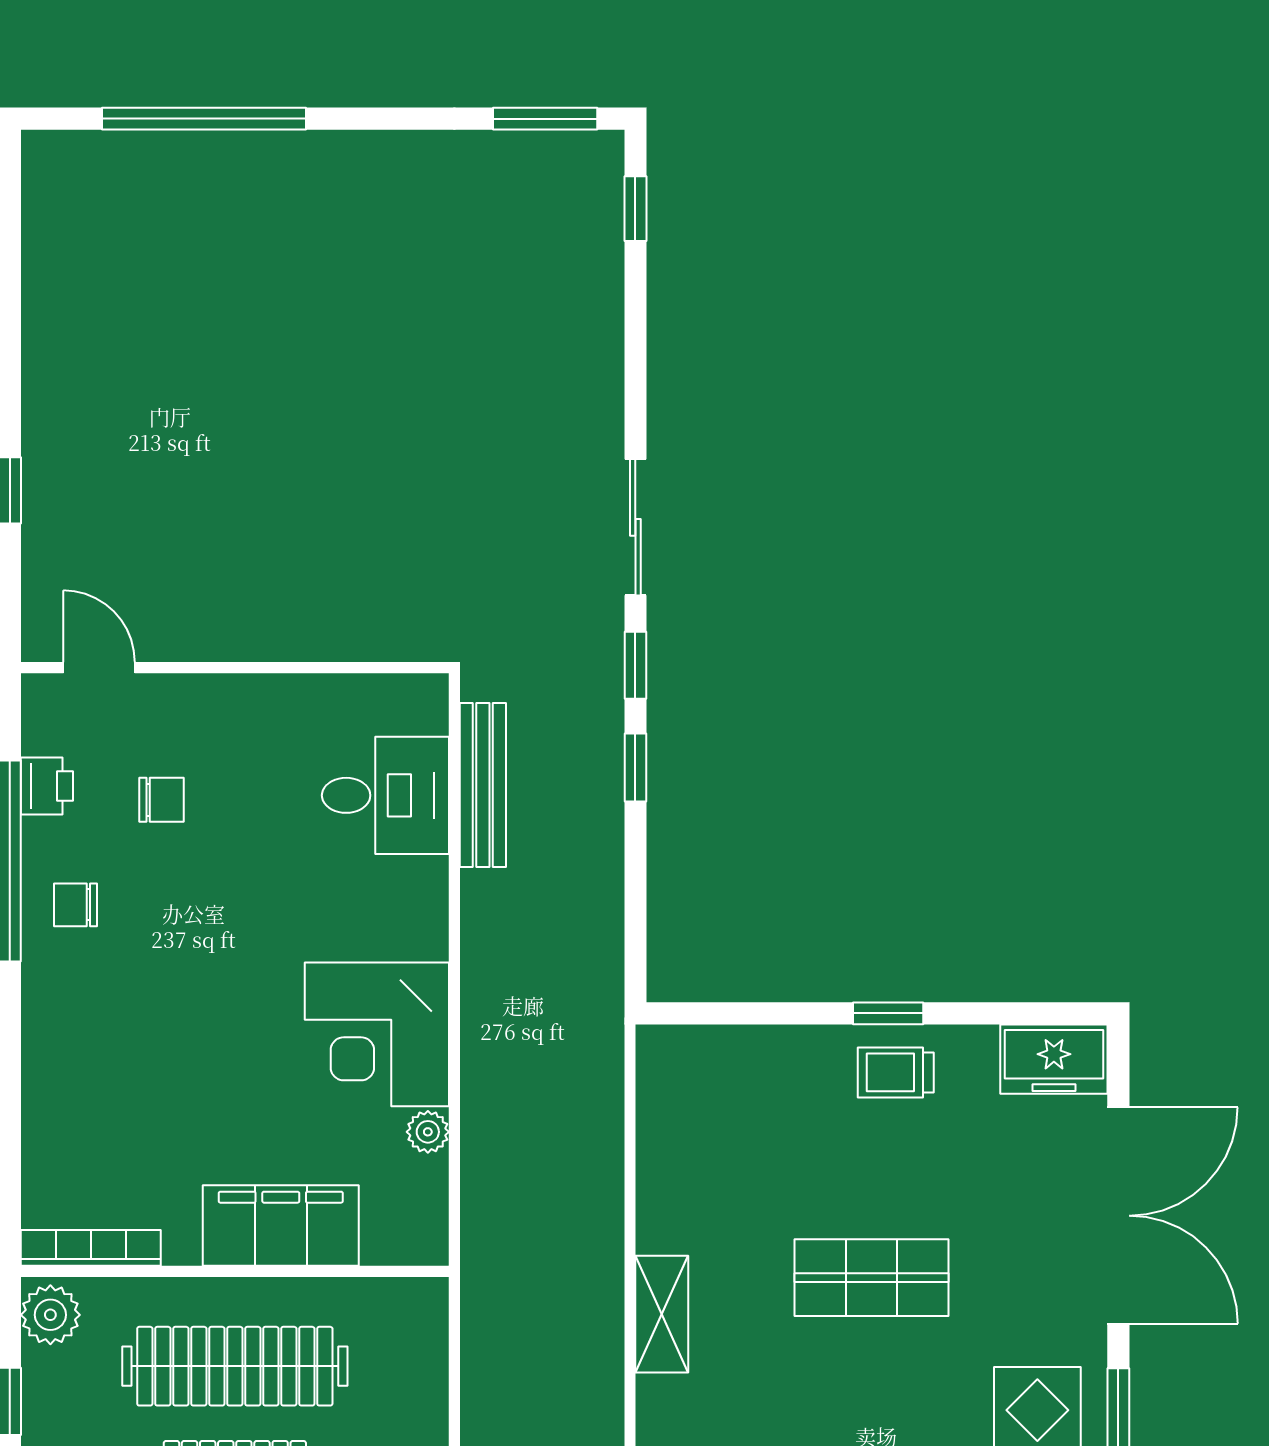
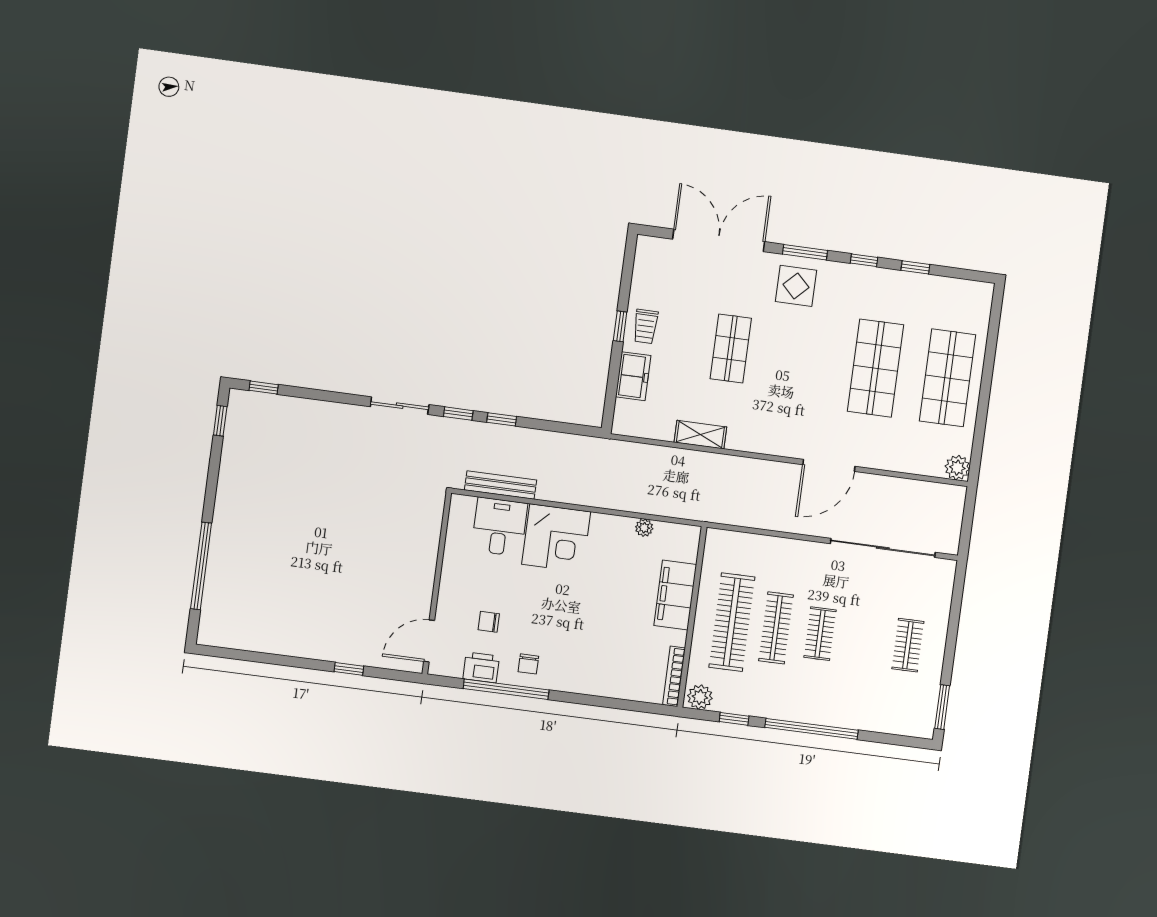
window: (545, 119) -> (220, 421), width x0.67
door: (99, 668) -> (429, 641), width x1.38
printer: (47, 786) -> (481, 667), width x1.36, depth x1.24
chair: (161, 800) -> (489, 622), turned -90
corner desk: (377, 1034) -> (556, 538), moved
freezer: (1054, 1059) -> (633, 376), moved
shelving: (662, 1314) -> (700, 435), moved

